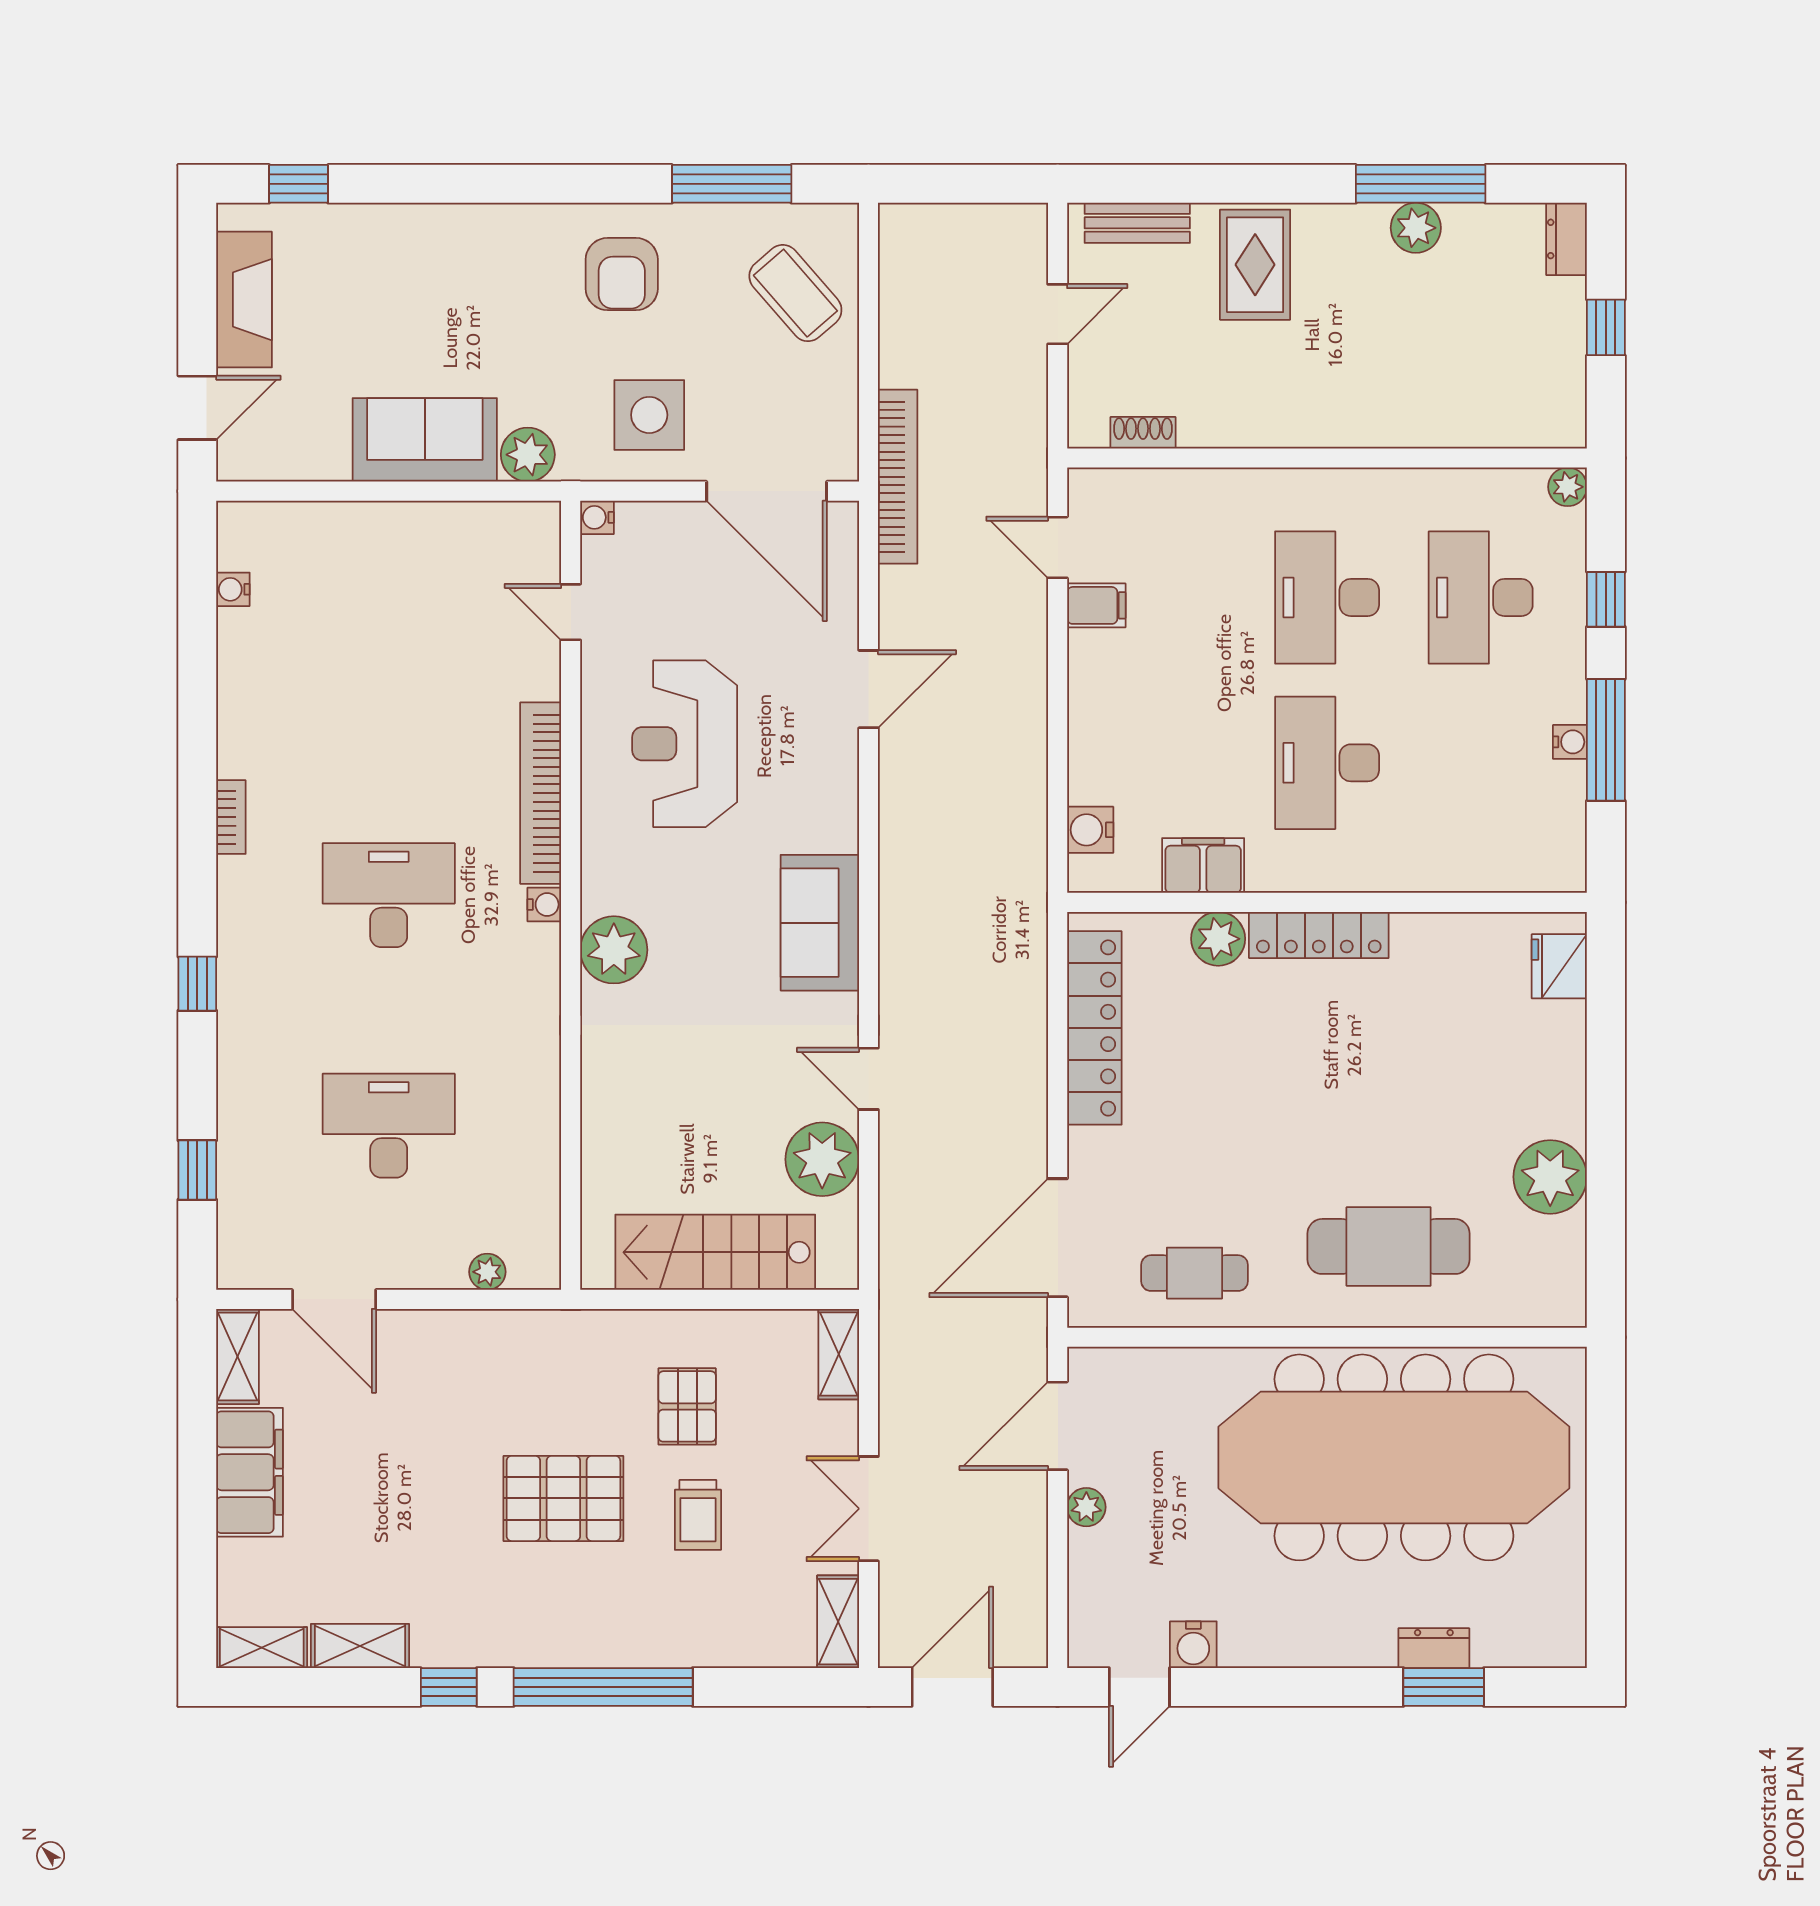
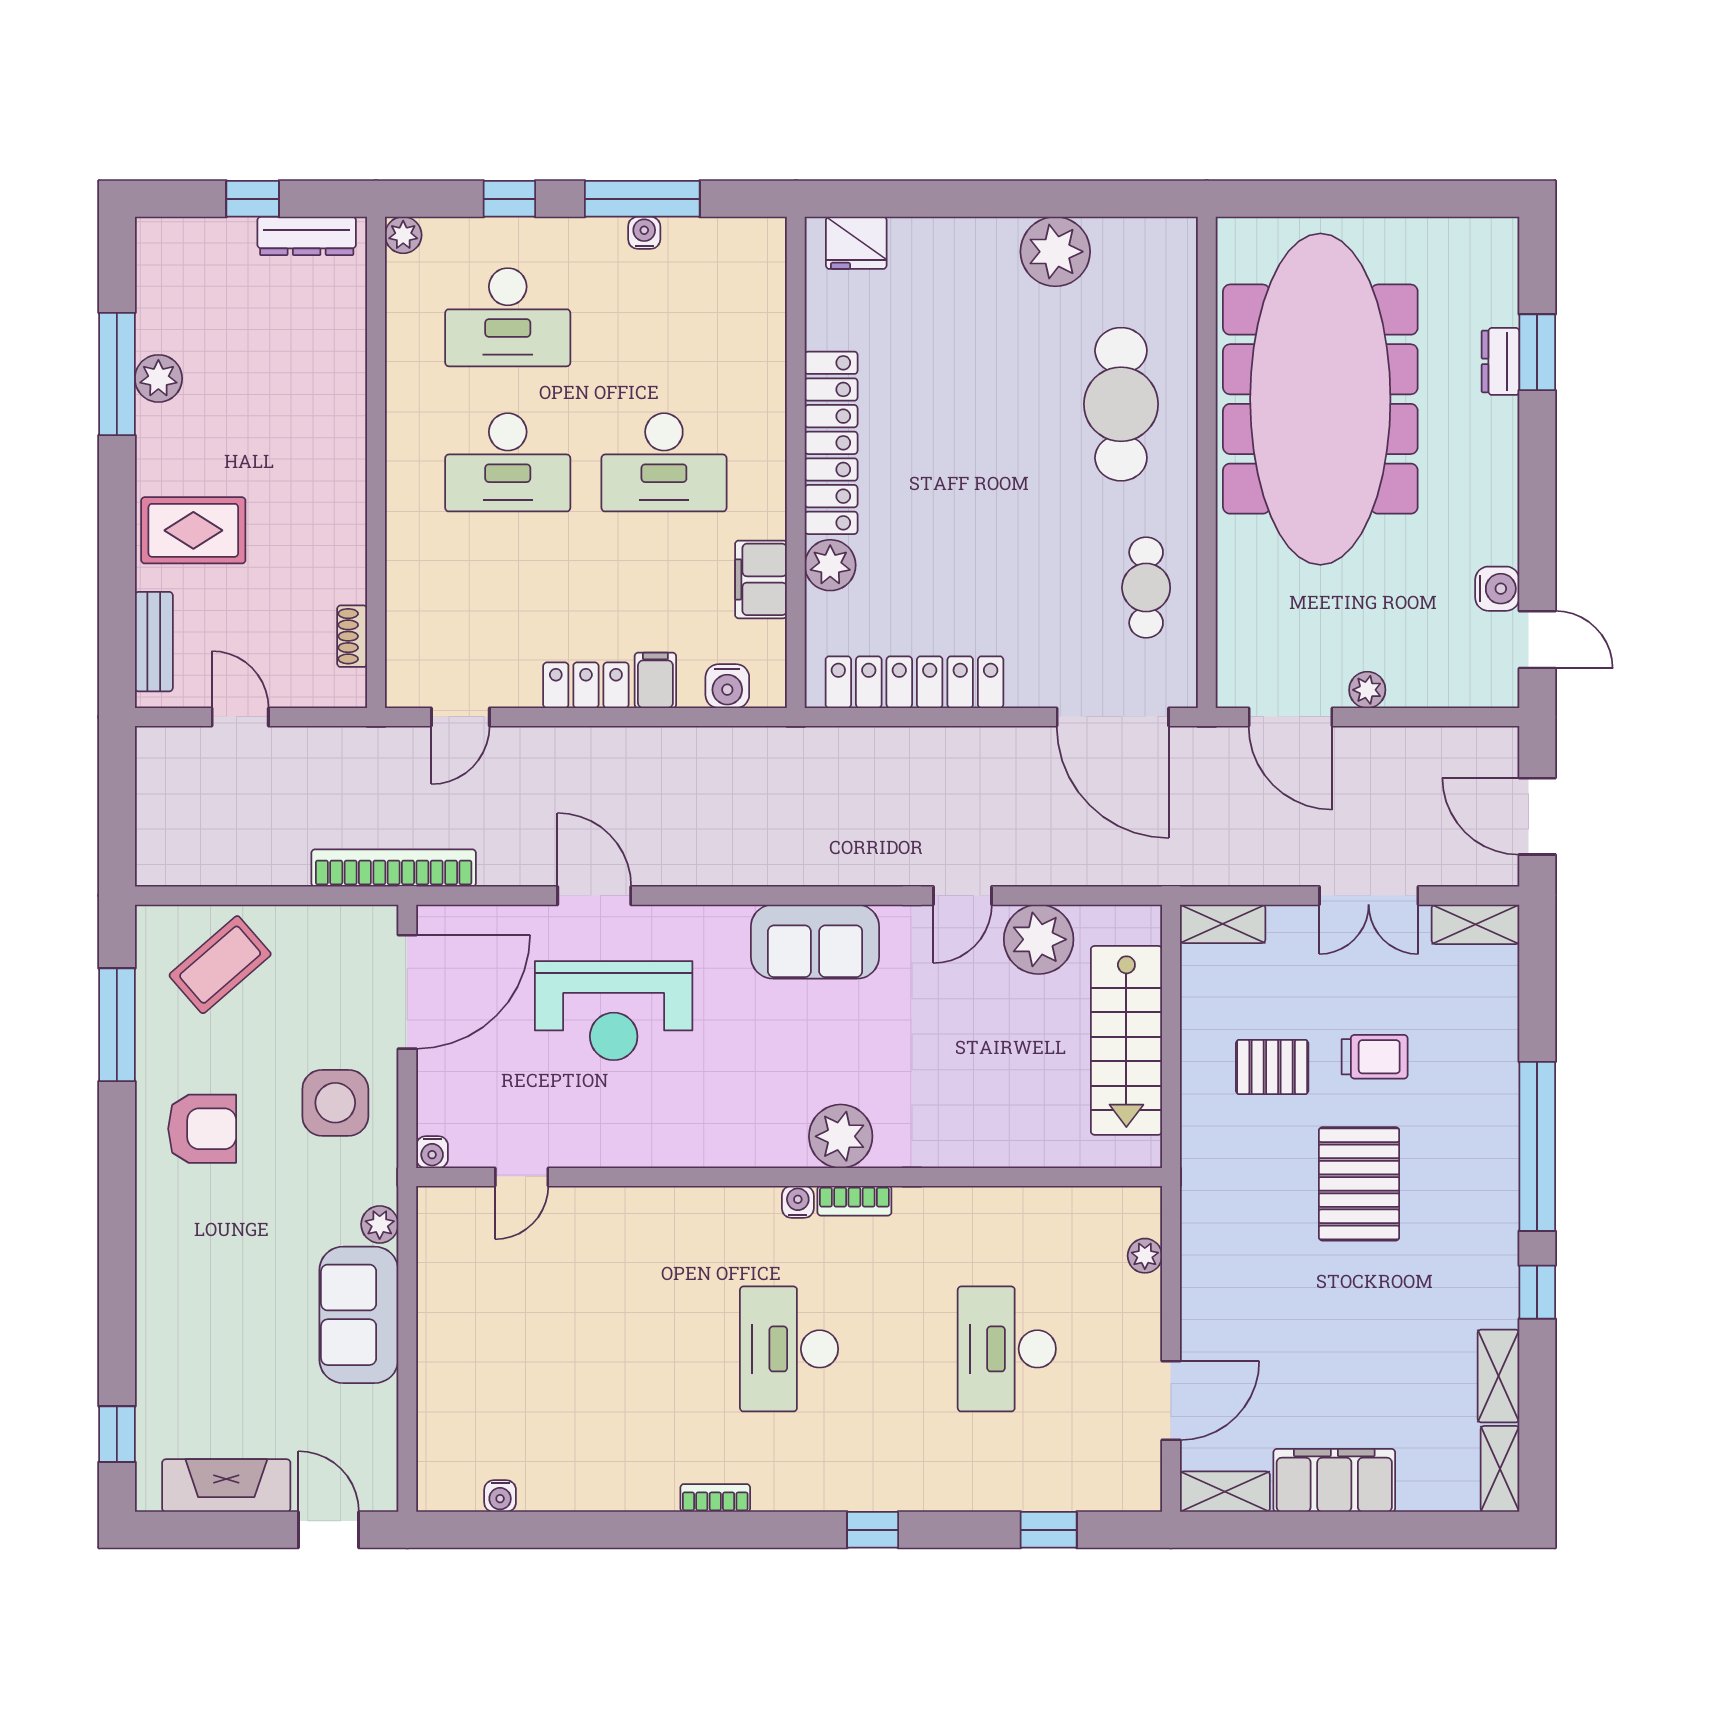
dresser: (1567, 239) -> (307, 236), moved, width x1.44
plant: (528, 455) -> (380, 1224), width x0.73, depth x0.73
filing cabinet: (1096, 605) -> (655, 680), moved
locker: (1091, 680) -> (586, 685), added
reception desk: (685, 744) -> (614, 1011), moved
bookcase: (541, 793) -> (854, 1201), moved, width x0.43, depth x0.76
locker: (1319, 935) -> (831, 443), width x1.41, depth x1.21

